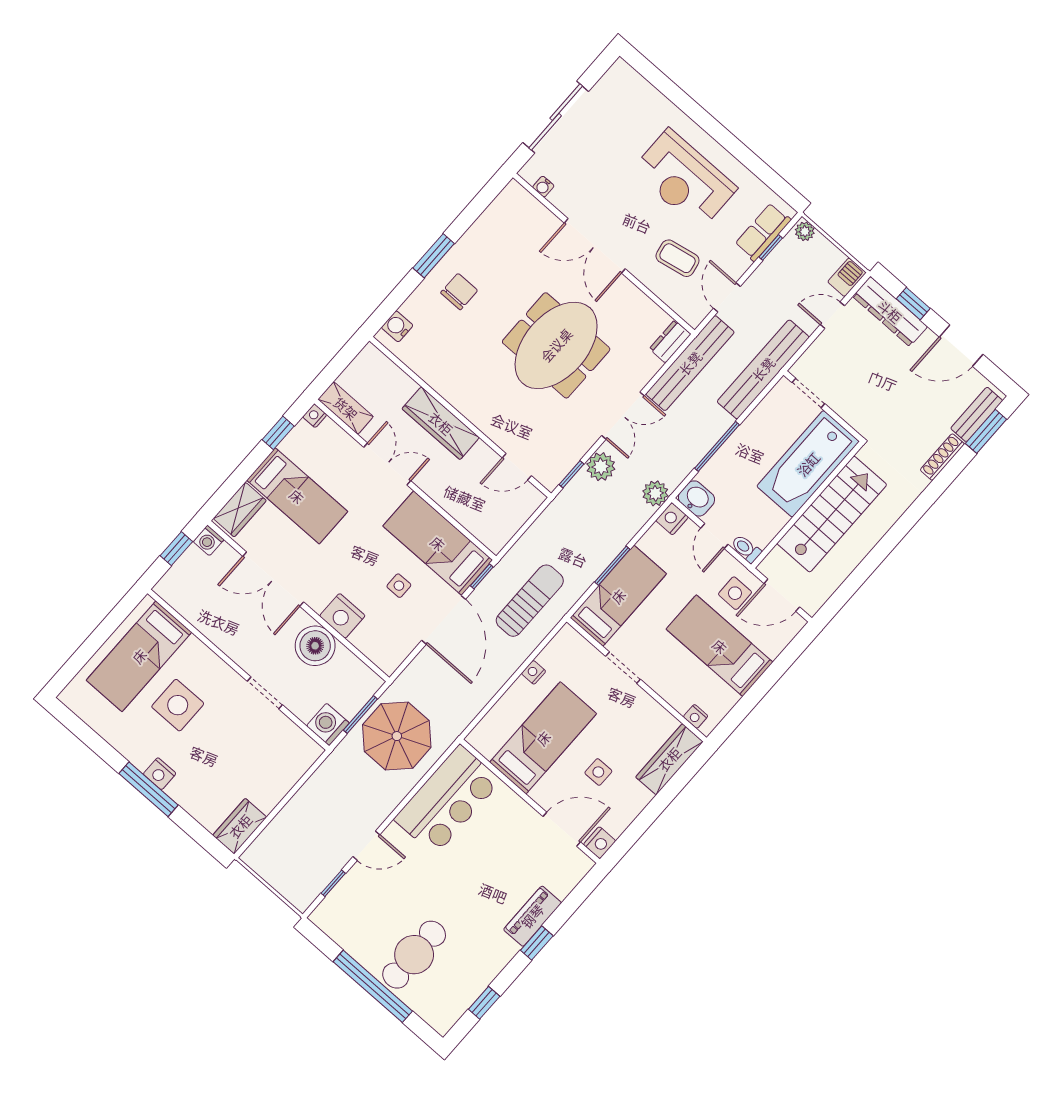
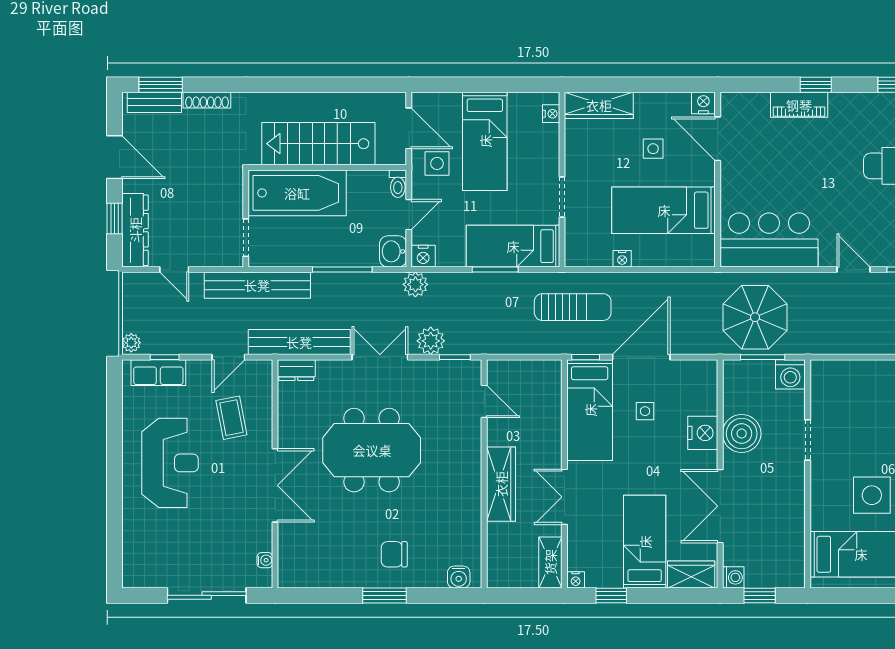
barbecue: (847, 277) -> (138, 283), removed
double door: (273, 579) -> (720, 506), swing flipped
sun lounger: (530, 601) -> (573, 307), turned 180

